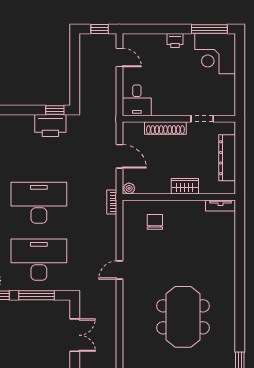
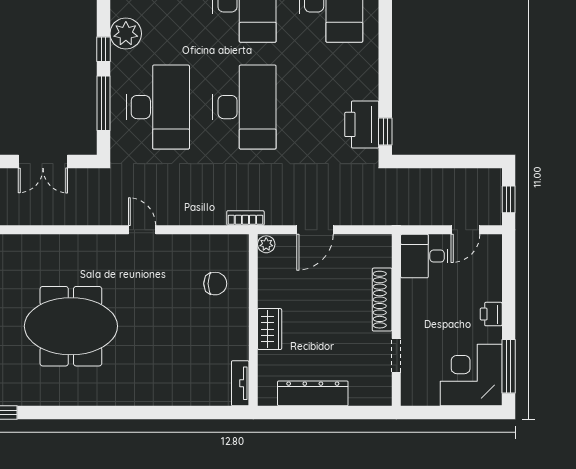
desk: (137, 100) -> (424, 256), moved
wall: (179, 119) -> (396, 320), moved
doorway: (202, 119) -> (396, 355), moved
shoe rack: (165, 128) -> (382, 300), moved

